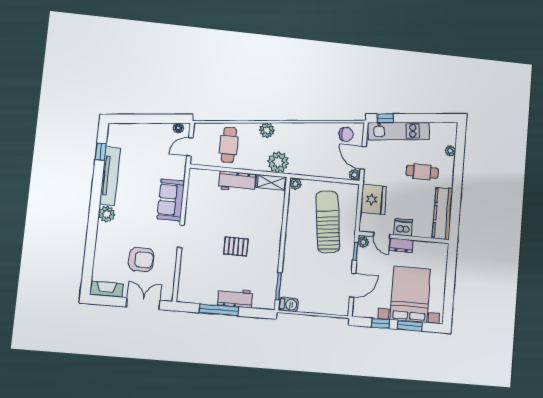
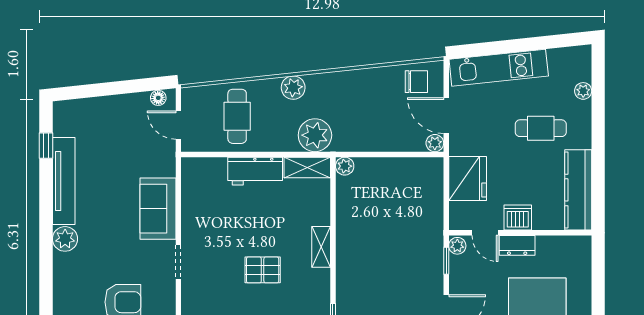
window: (385, 118) -> (476, 50), removed
door: (190, 147) -> (178, 125), hinge flipped
sun lounger: (328, 222) -> (399, 220), removed
shelving: (276, 235) -> (321, 247), added

